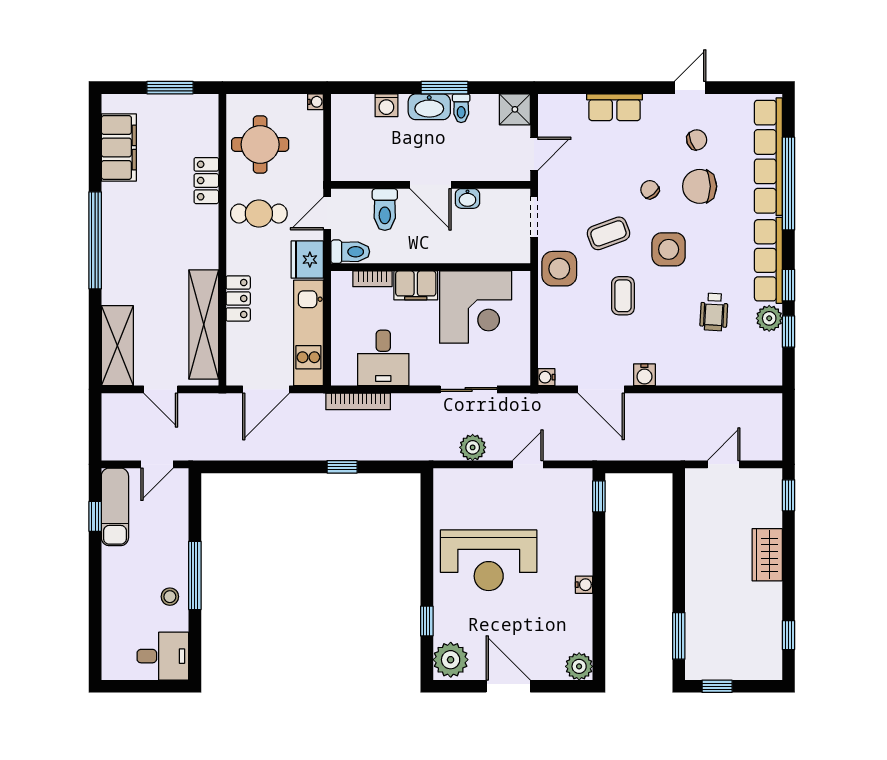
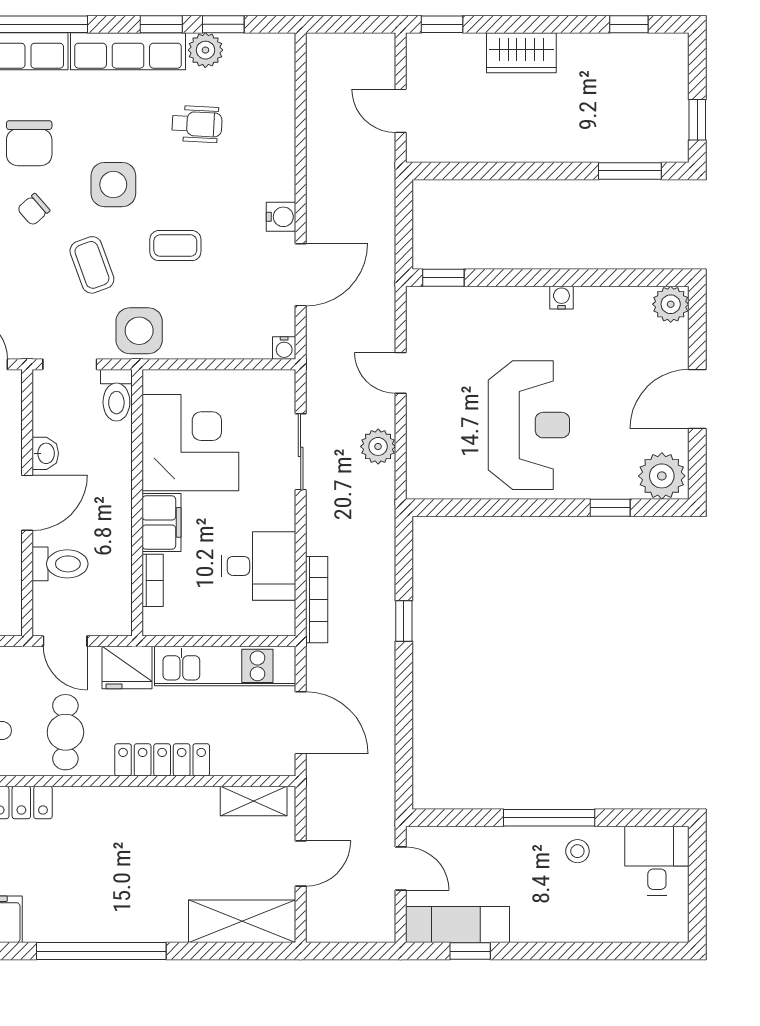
toilet: (350, 252) -> (116, 395), moved, turned 180
locker: (238, 299) -> (162, 760), width x1.53
shelving: (204, 325) -> (254, 801), width x0.45, depth x0.75

